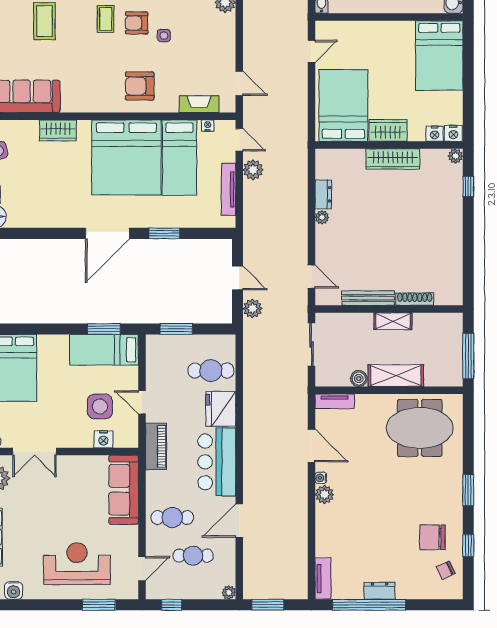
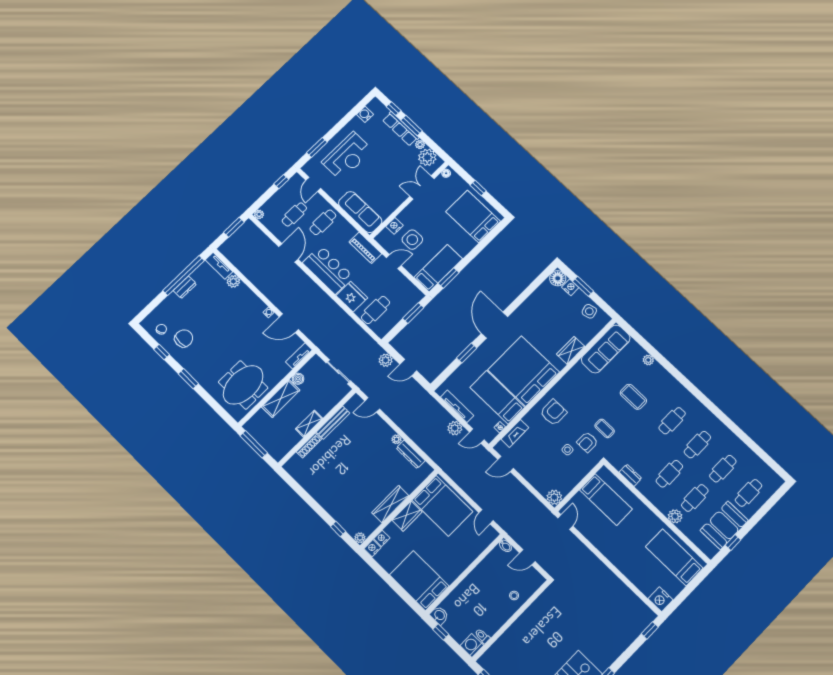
armchair: (137, 23) -> (587, 442), turned 180
dresser: (323, 194) -> (411, 454), width x1.44
plant: (324, 494) -> (233, 281), moved

